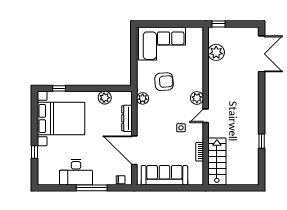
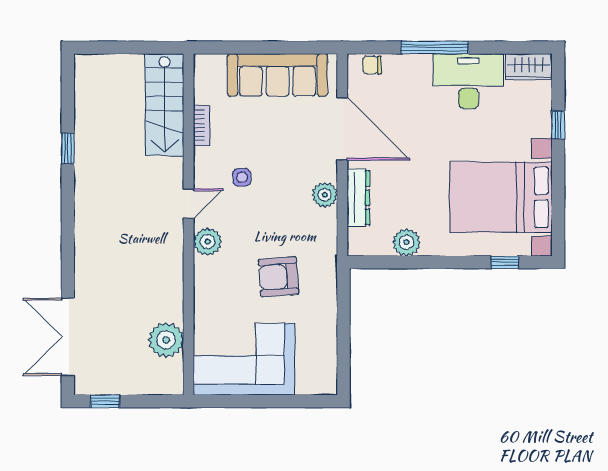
window: (219, 24) -> (105, 401), moved
corner sofa: (162, 43) -> (244, 359), moved
plant: (143, 98) -> (325, 195), moved
wardrobe: (48, 179) -> (528, 67), added

